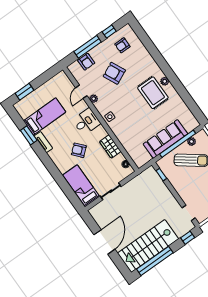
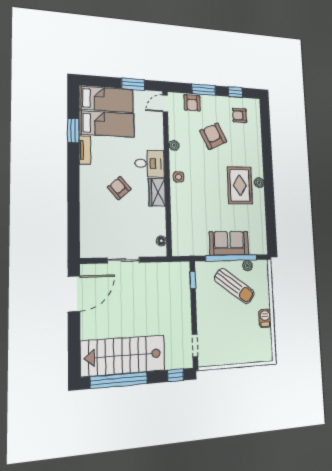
window: (88, 47) -> (204, 90), width x0.69
window: (24, 92) -> (133, 84), moved
door: (81, 92) -> (165, 104), moved
sofa: (165, 139) -> (229, 243), width x0.73
wardrobe: (110, 147) -> (157, 192), moved
bed: (81, 186) -> (106, 99), moved, turned 90
door: (104, 242) -> (74, 294), moved

